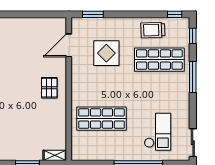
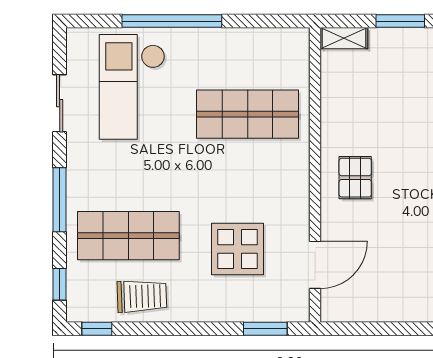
checkout: (158, 132) -> (132, 87), width x1.36, depth x1.21
sliding door: (193, 143) -> (60, 103), moved

